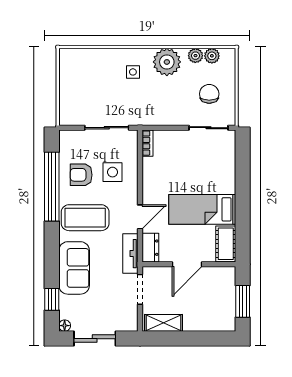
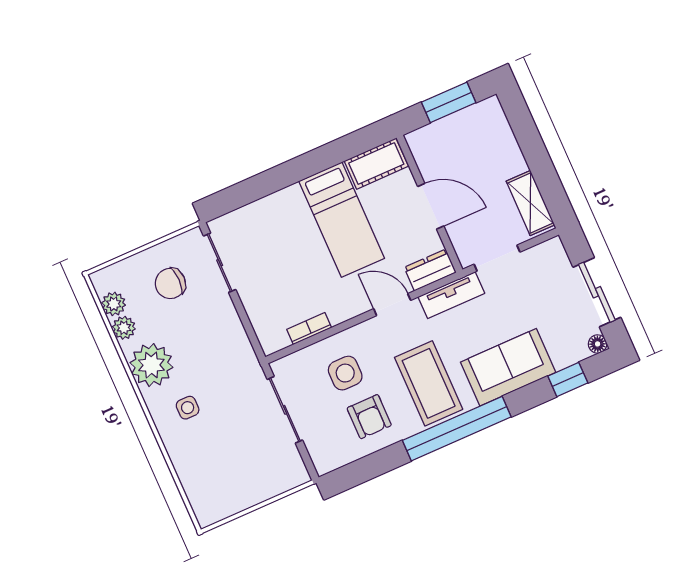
bookcase: (147, 143) -> (309, 329), moved
window: (52, 187) -> (457, 429), moved

